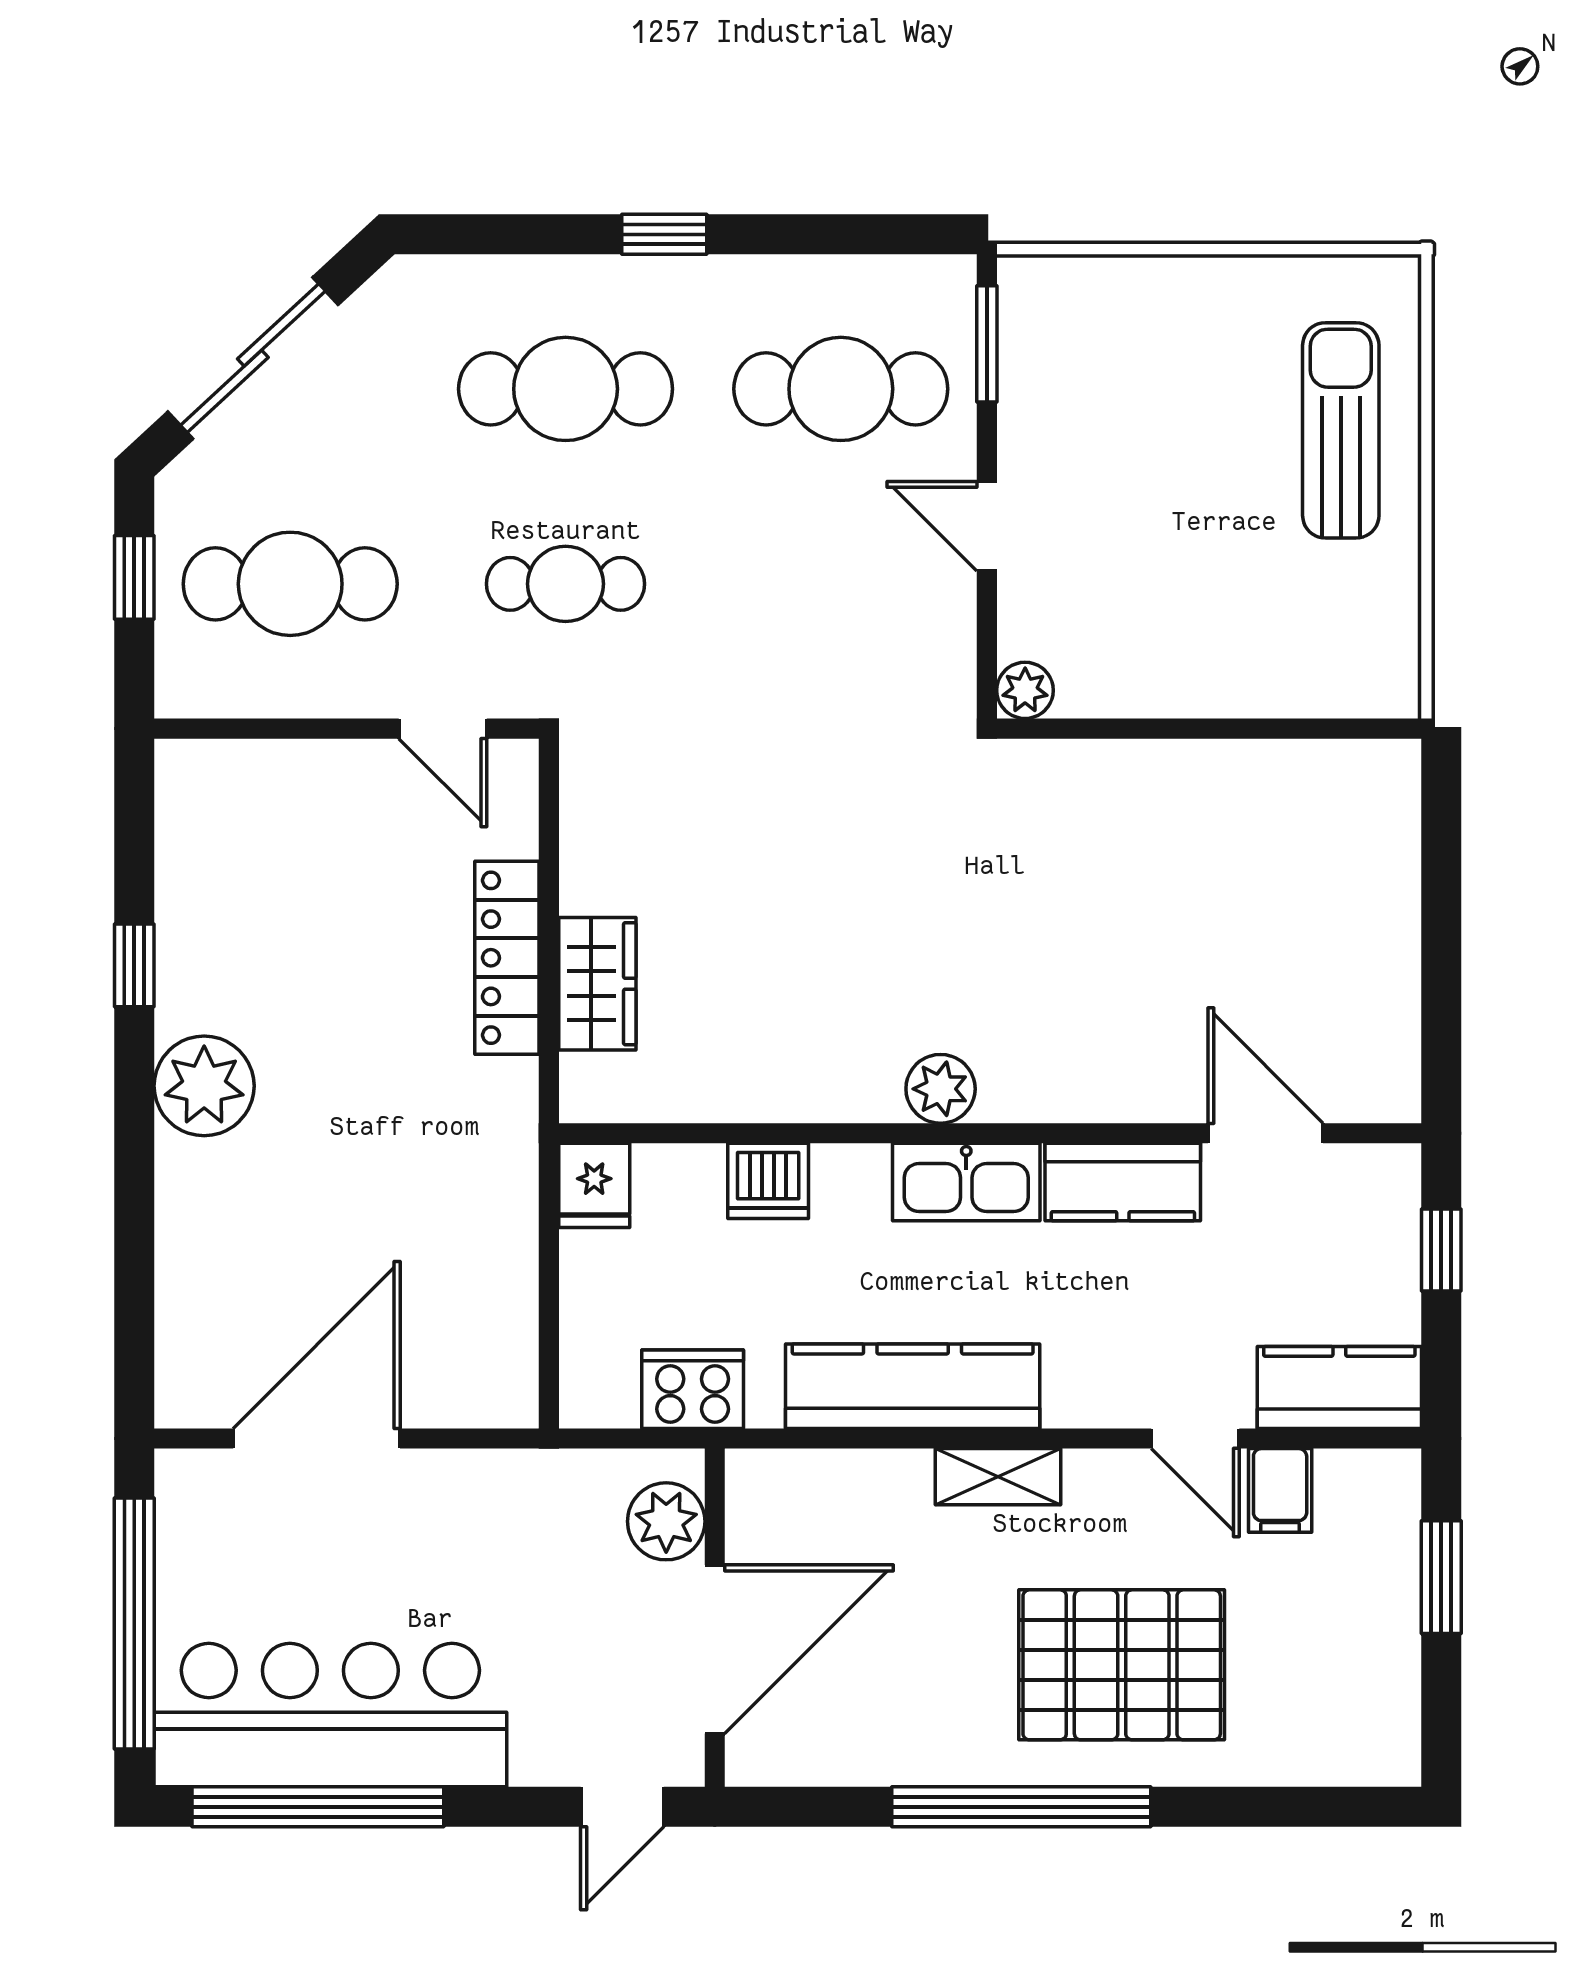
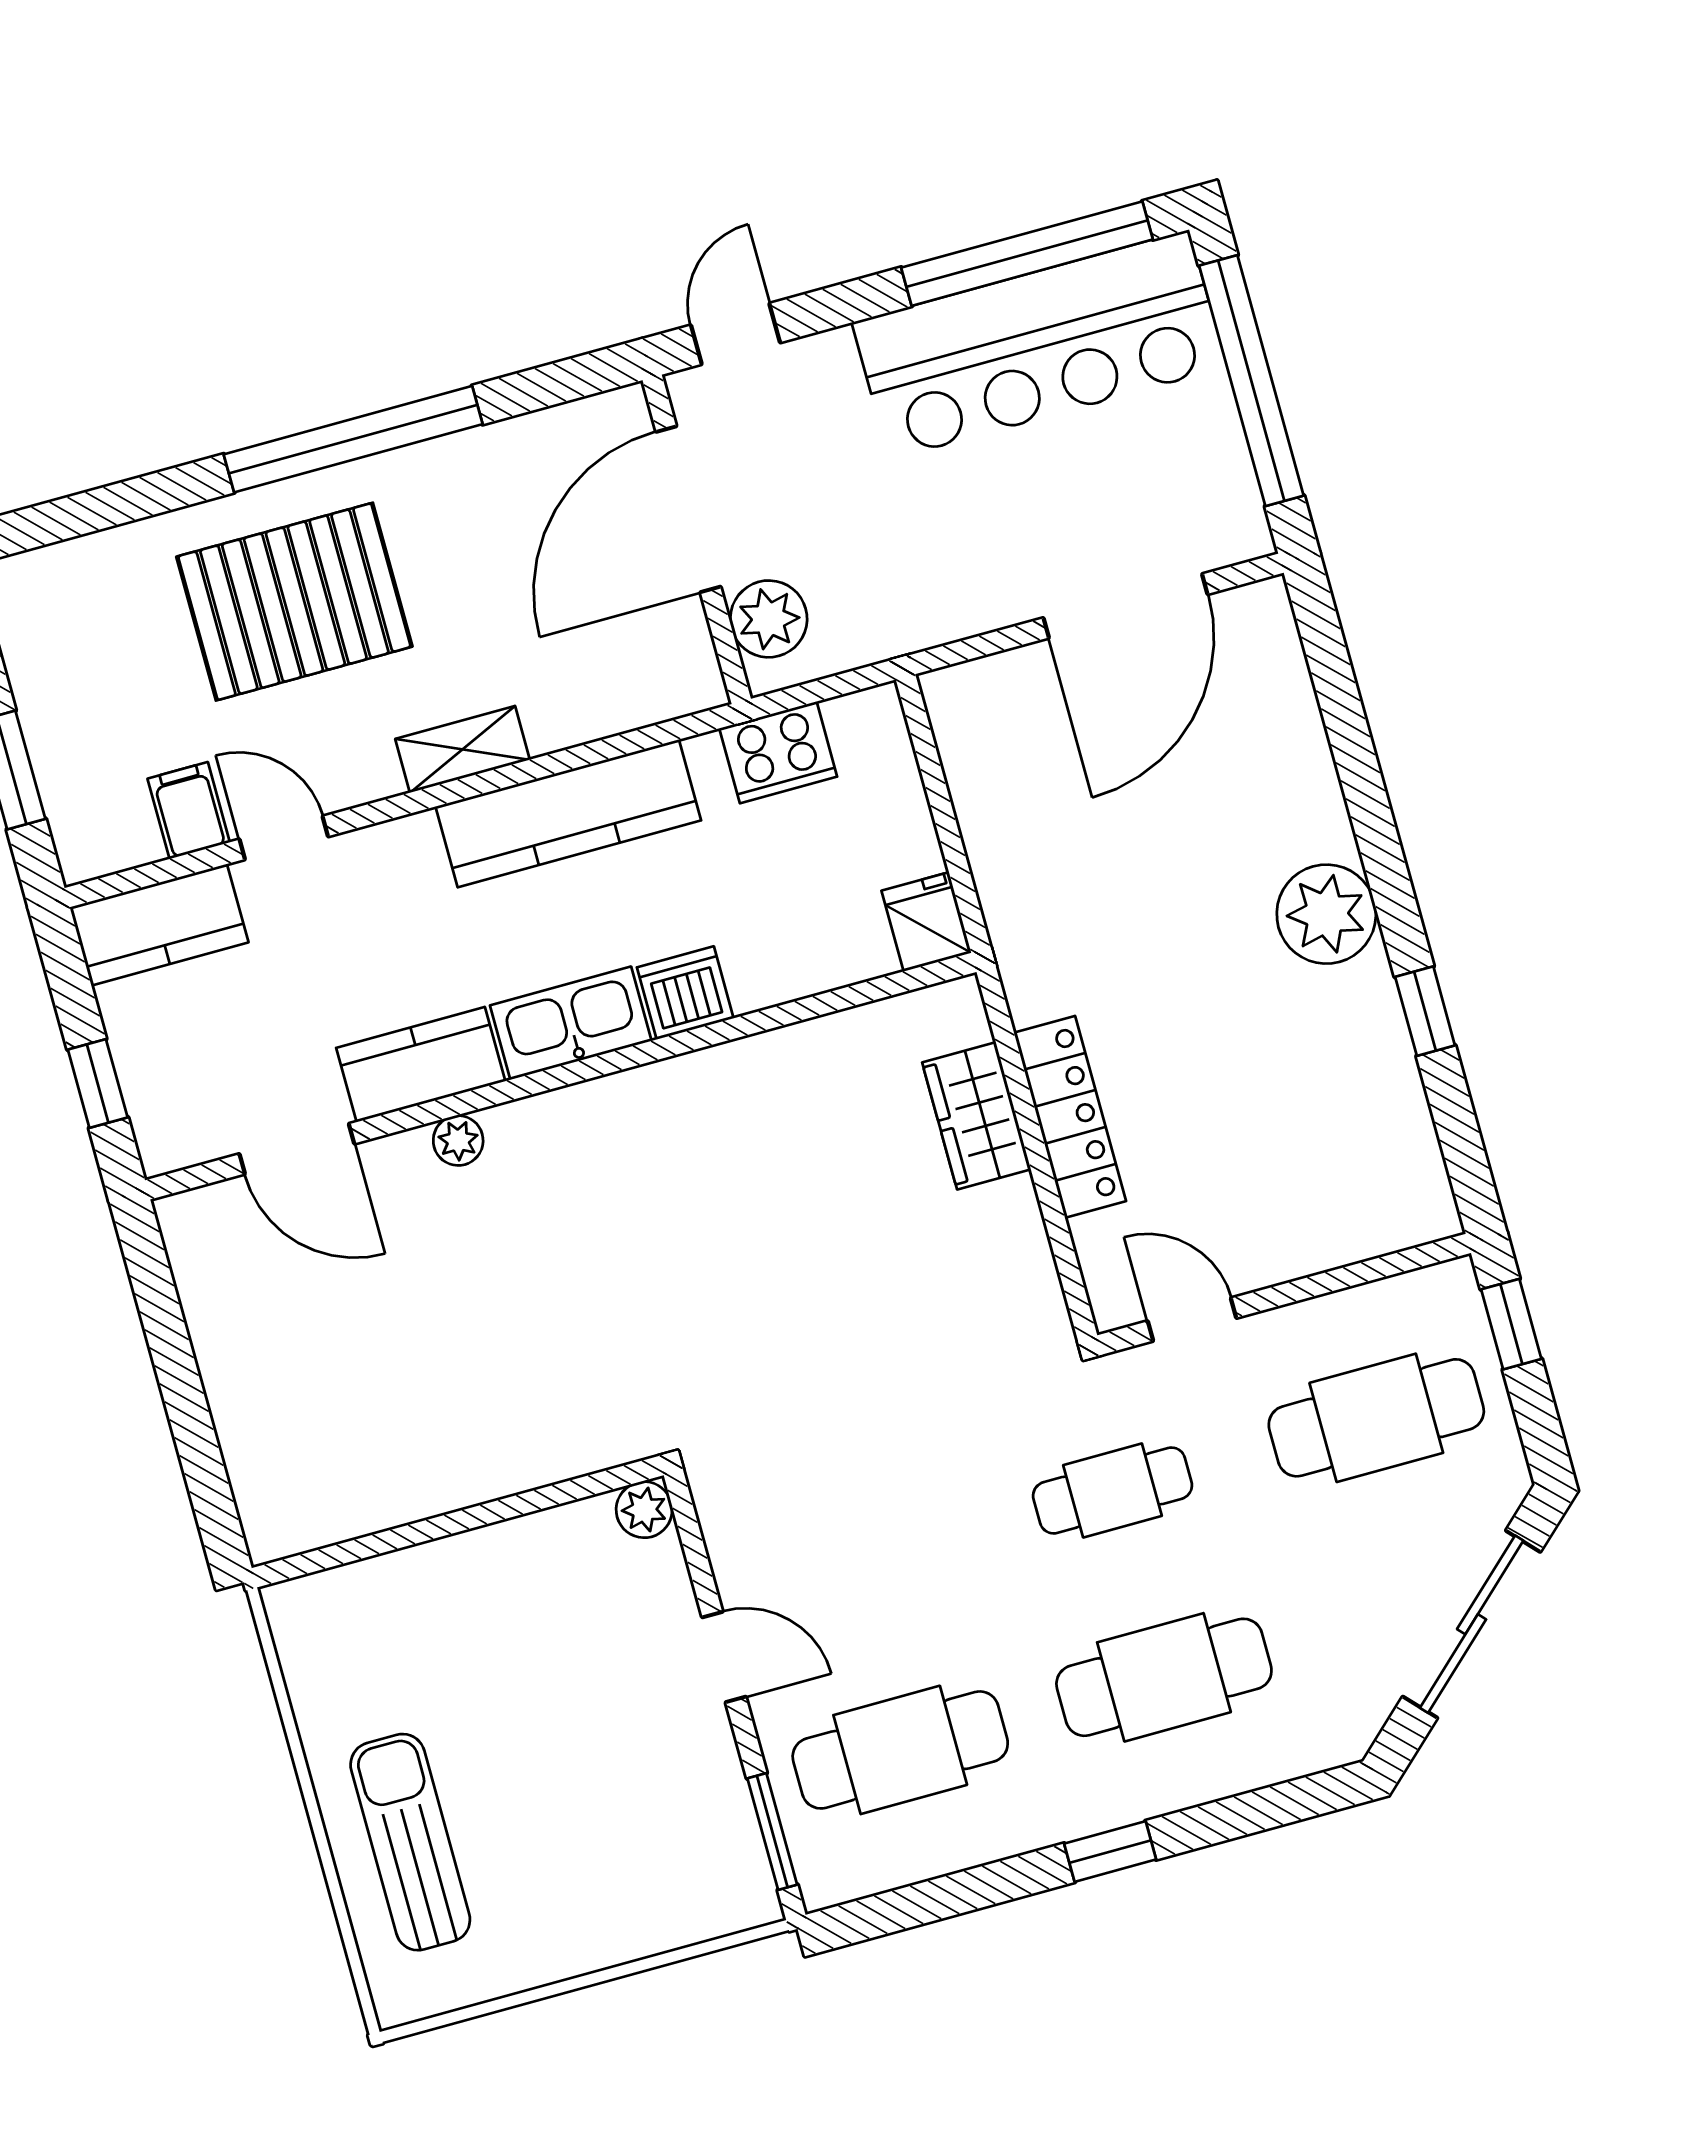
sun lounger: (1341, 430) -> (410, 1842), turned 180
window: (134, 577) -> (1511, 1324), moved
plant: (941, 1089) -> (458, 1141), moved, width x0.73, depth x0.73
dishwasher: (768, 1181) -> (685, 993), moved

